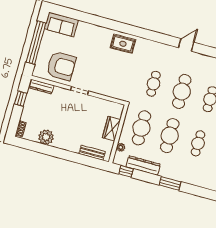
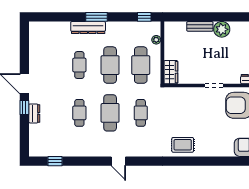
door: (186, 45) -> (118, 161), hinge flipped
wardrobe: (111, 129) -> (171, 72), moved
plant: (46, 137) -> (222, 29), moved
bench: (92, 153) -> (200, 26), moved
dresser: (143, 165) -> (88, 28), moved

